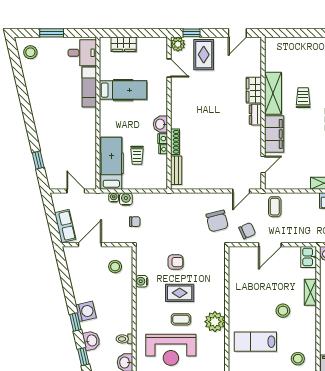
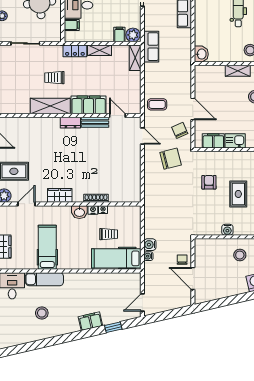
stool: (30, 52) -> (42, 313), moved
wardrobe: (254, 90) -> (60, 195), moved, turned 180
filing cabinet: (45, 136) -> (90, 321), added
bench: (176, 170) -> (95, 122), moved
door: (76, 191) -> (142, 303), moved
chair: (135, 222) -> (182, 260), moved
row of seats: (65, 226) -> (175, 302), removed
kitchen sink: (309, 257) -> (235, 141), moved, turned 180
armchair: (176, 262) -> (209, 182), moved
filing cabinet: (236, 266) -> (213, 141), added
stool: (115, 267) -> (240, 255), moved

